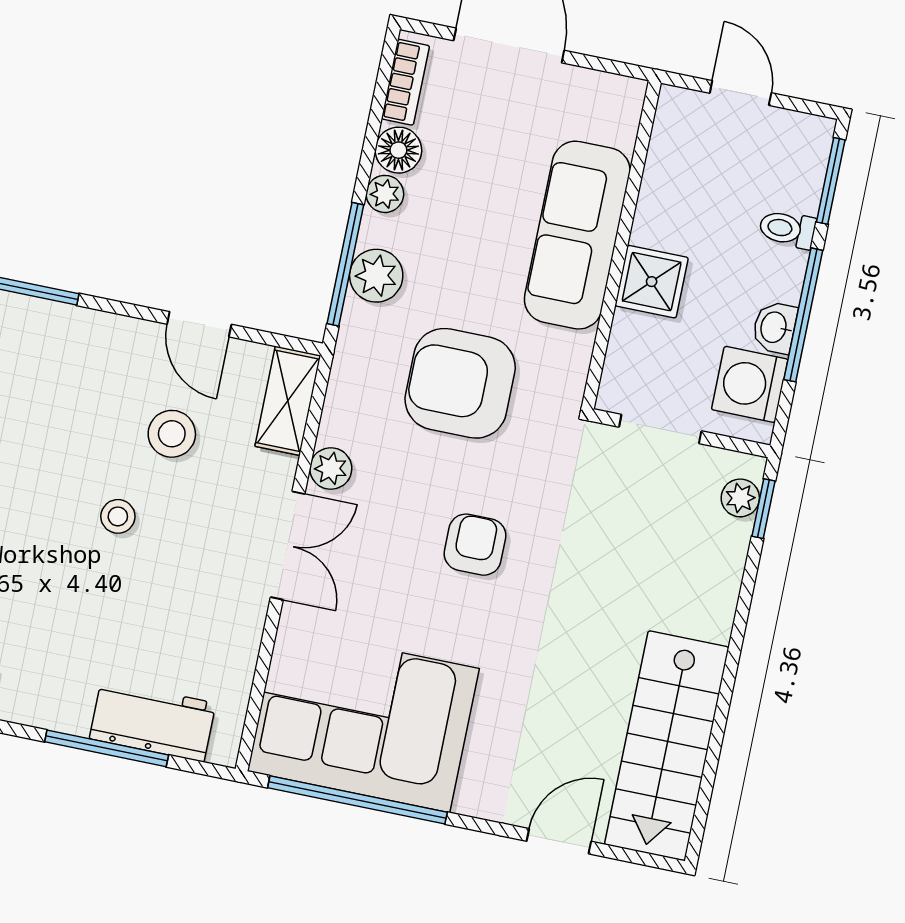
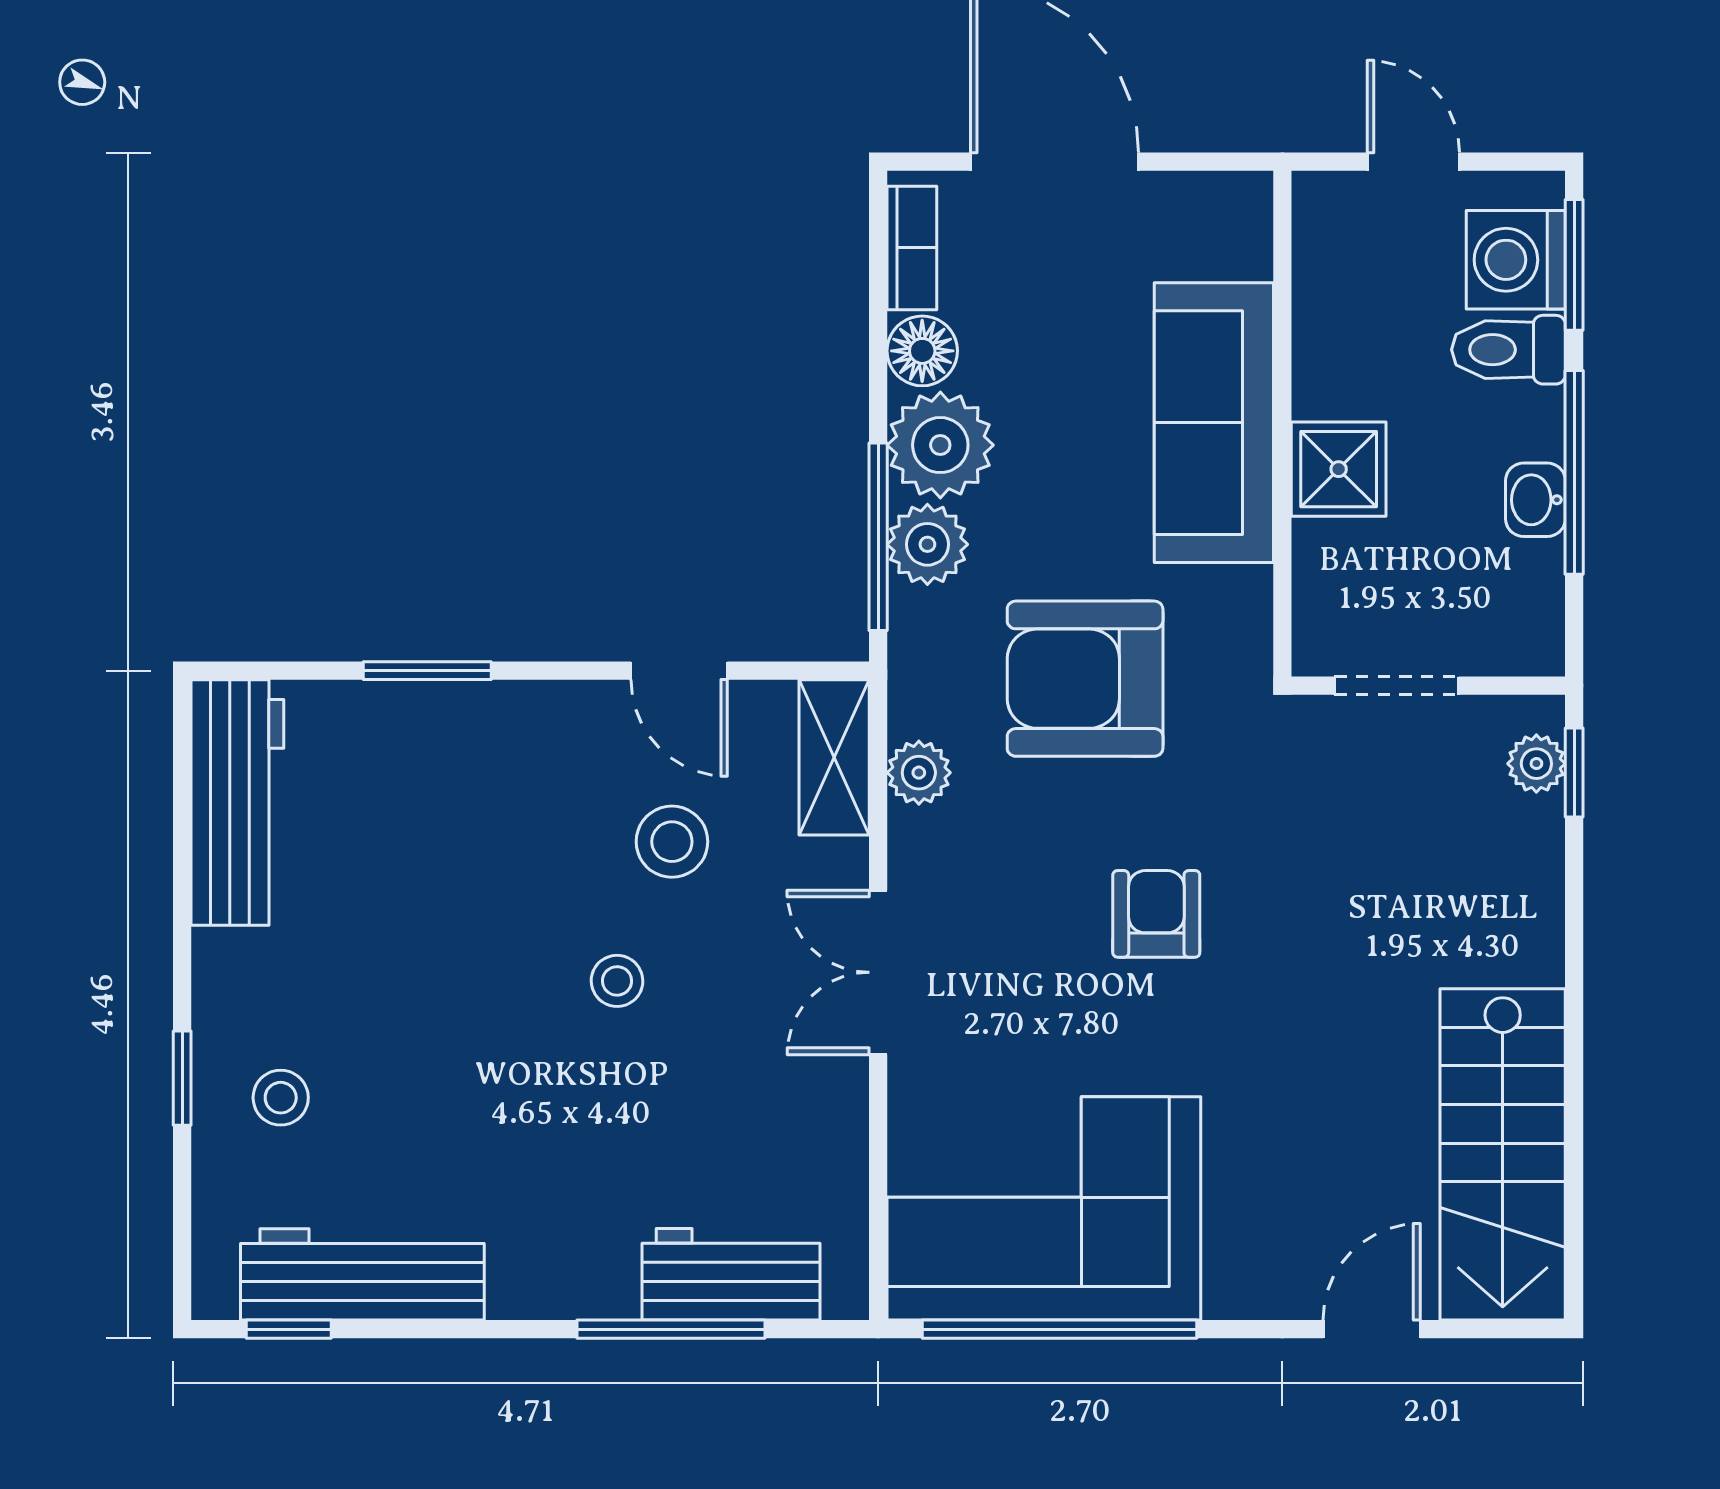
plant: (385, 194) -> (940, 445), width x1.87, depth x1.87
toilet: (787, 229) -> (1508, 350), width x1.37, depth x1.39
washing machine: (750, 384) -> (1516, 260), moved
plant: (331, 469) -> (919, 773), moved
double door: (288, 546) -> (878, 972), swing flipped

